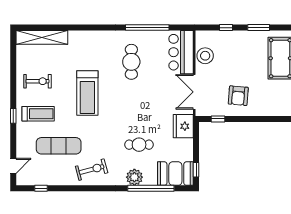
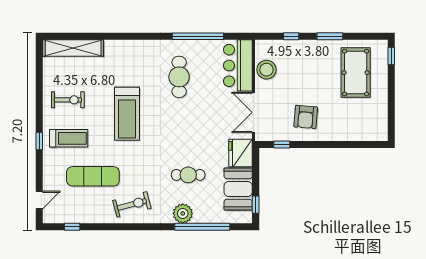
booth: (175, 174) -> (238, 189), moved, turned 90

